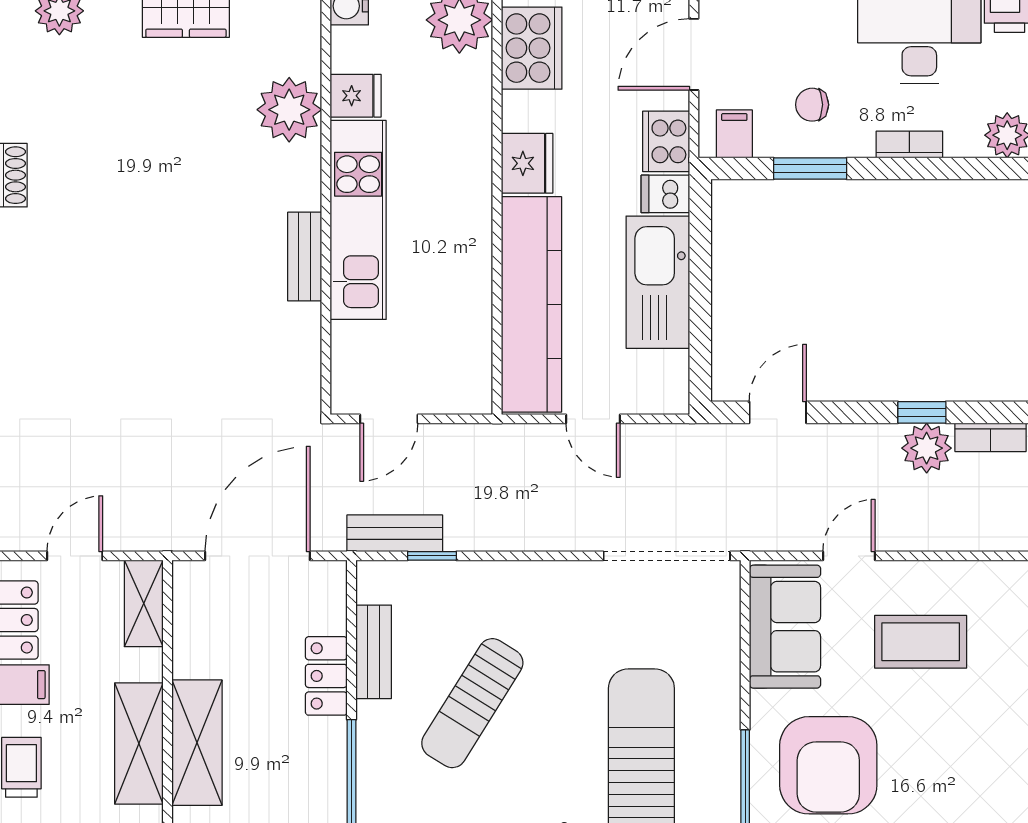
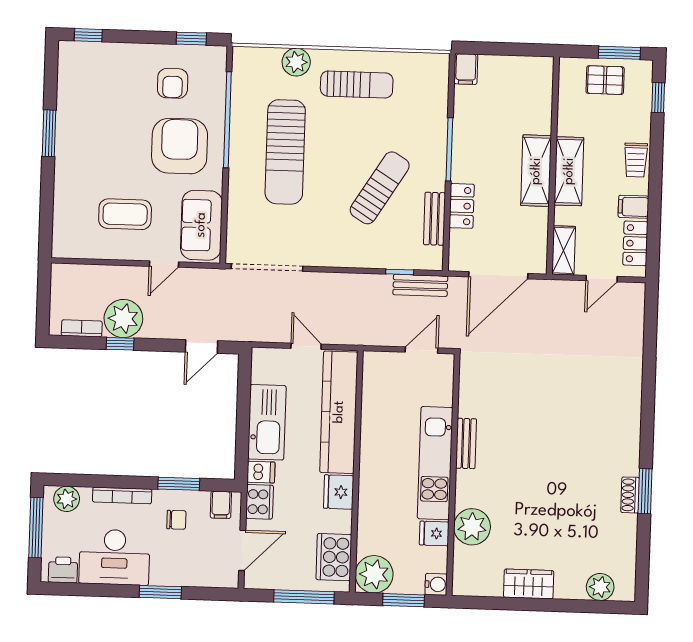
bookcase: (909, 145) -> (122, 495), width x1.56
plant: (927, 448) -> (123, 319), width x1.36, depth x1.36

